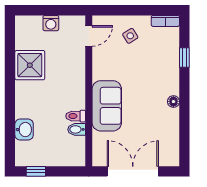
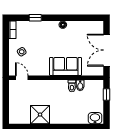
washing machine: (51, 23) -> (14, 101), removed
washbasin: (24, 130) -> (95, 118), moved
window: (36, 171) -> (106, 95), moved

